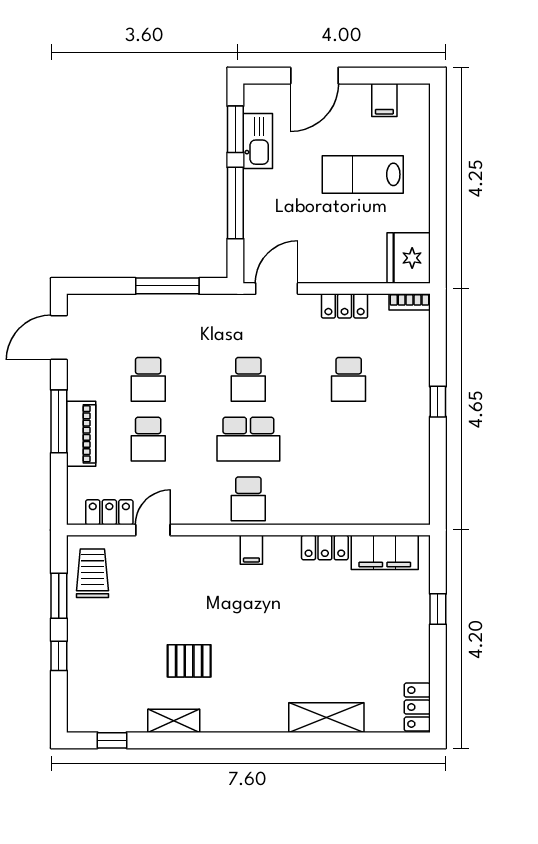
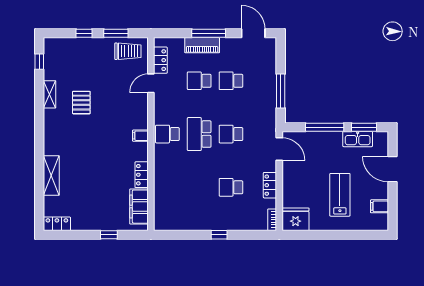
door: (153, 530) -> (151, 83), swing flipped

